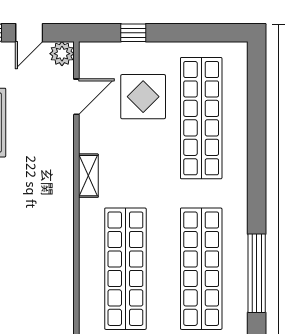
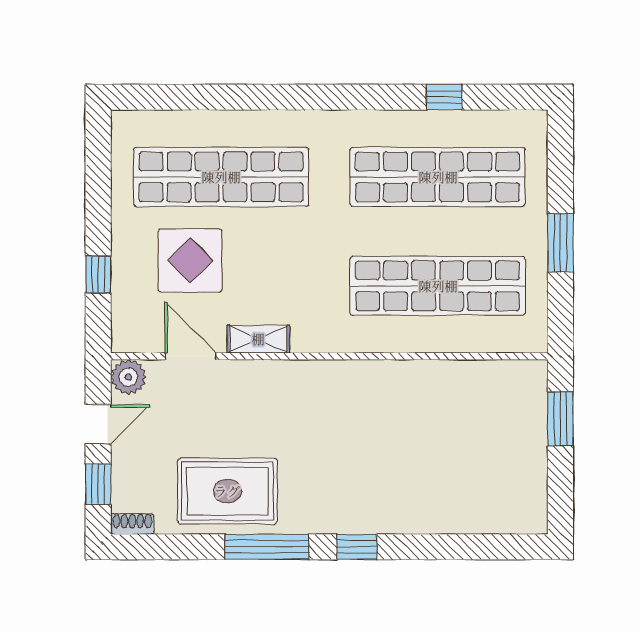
door: (29, 33) -> (98, 424), hinge flipped
shelving: (88, 176) -> (258, 339), moved
window: (257, 273) -> (444, 97), width x0.32

